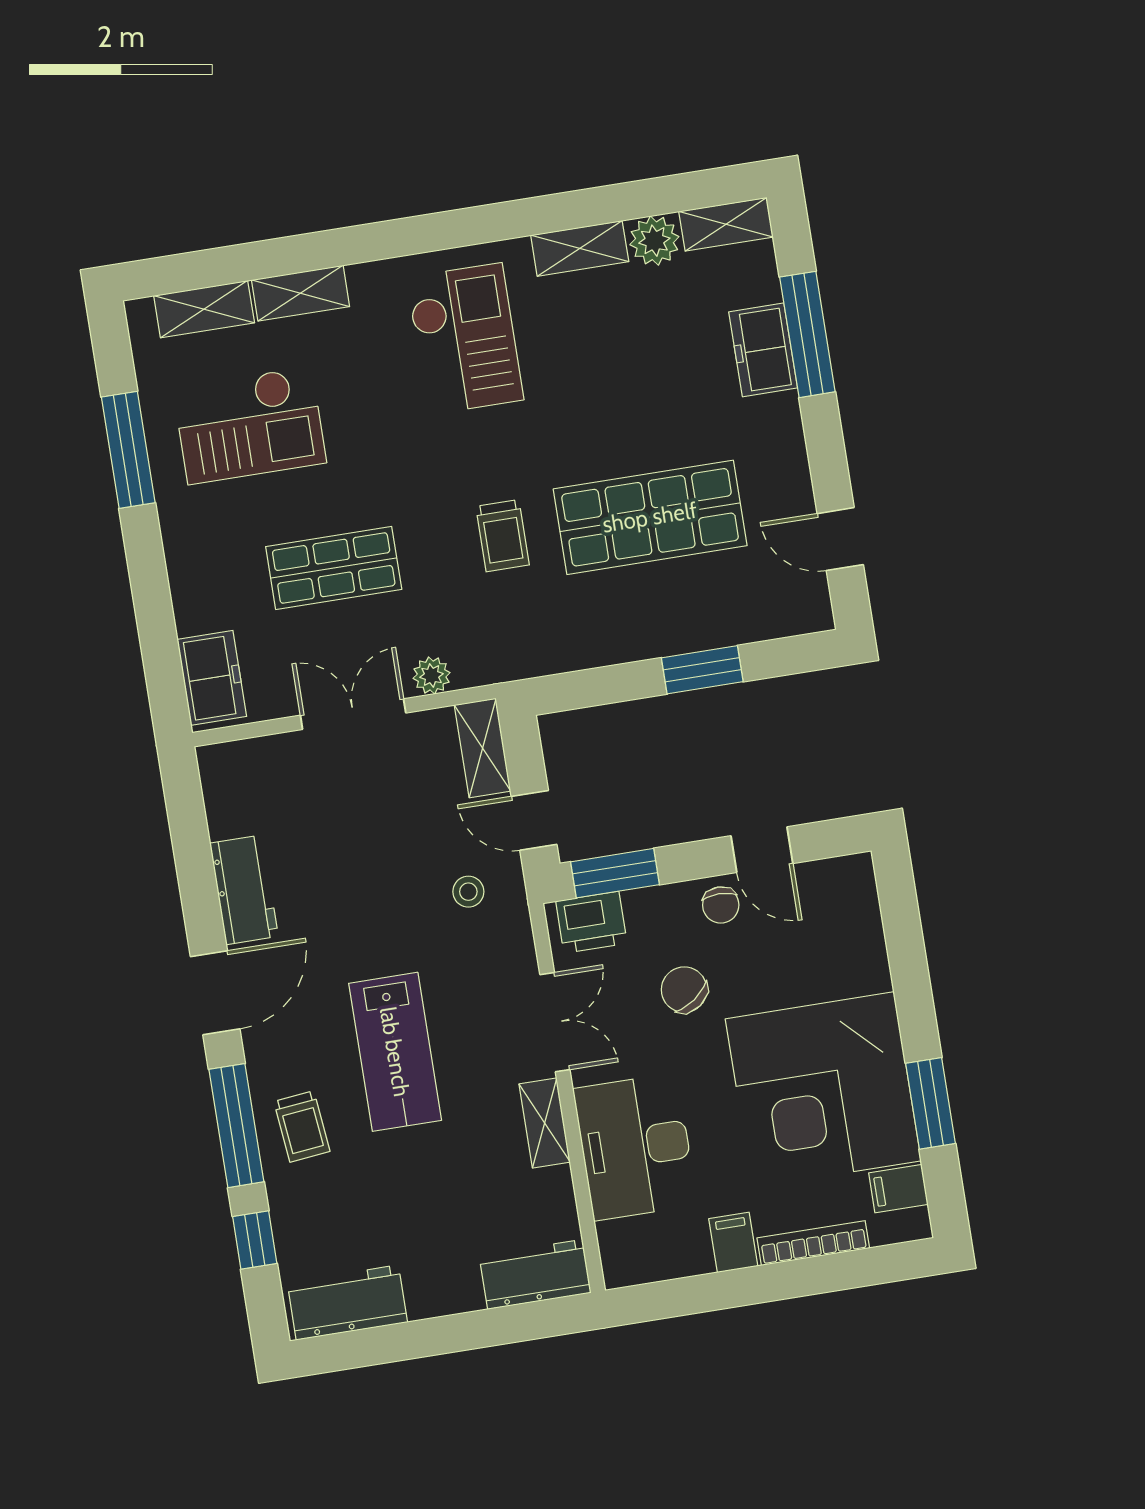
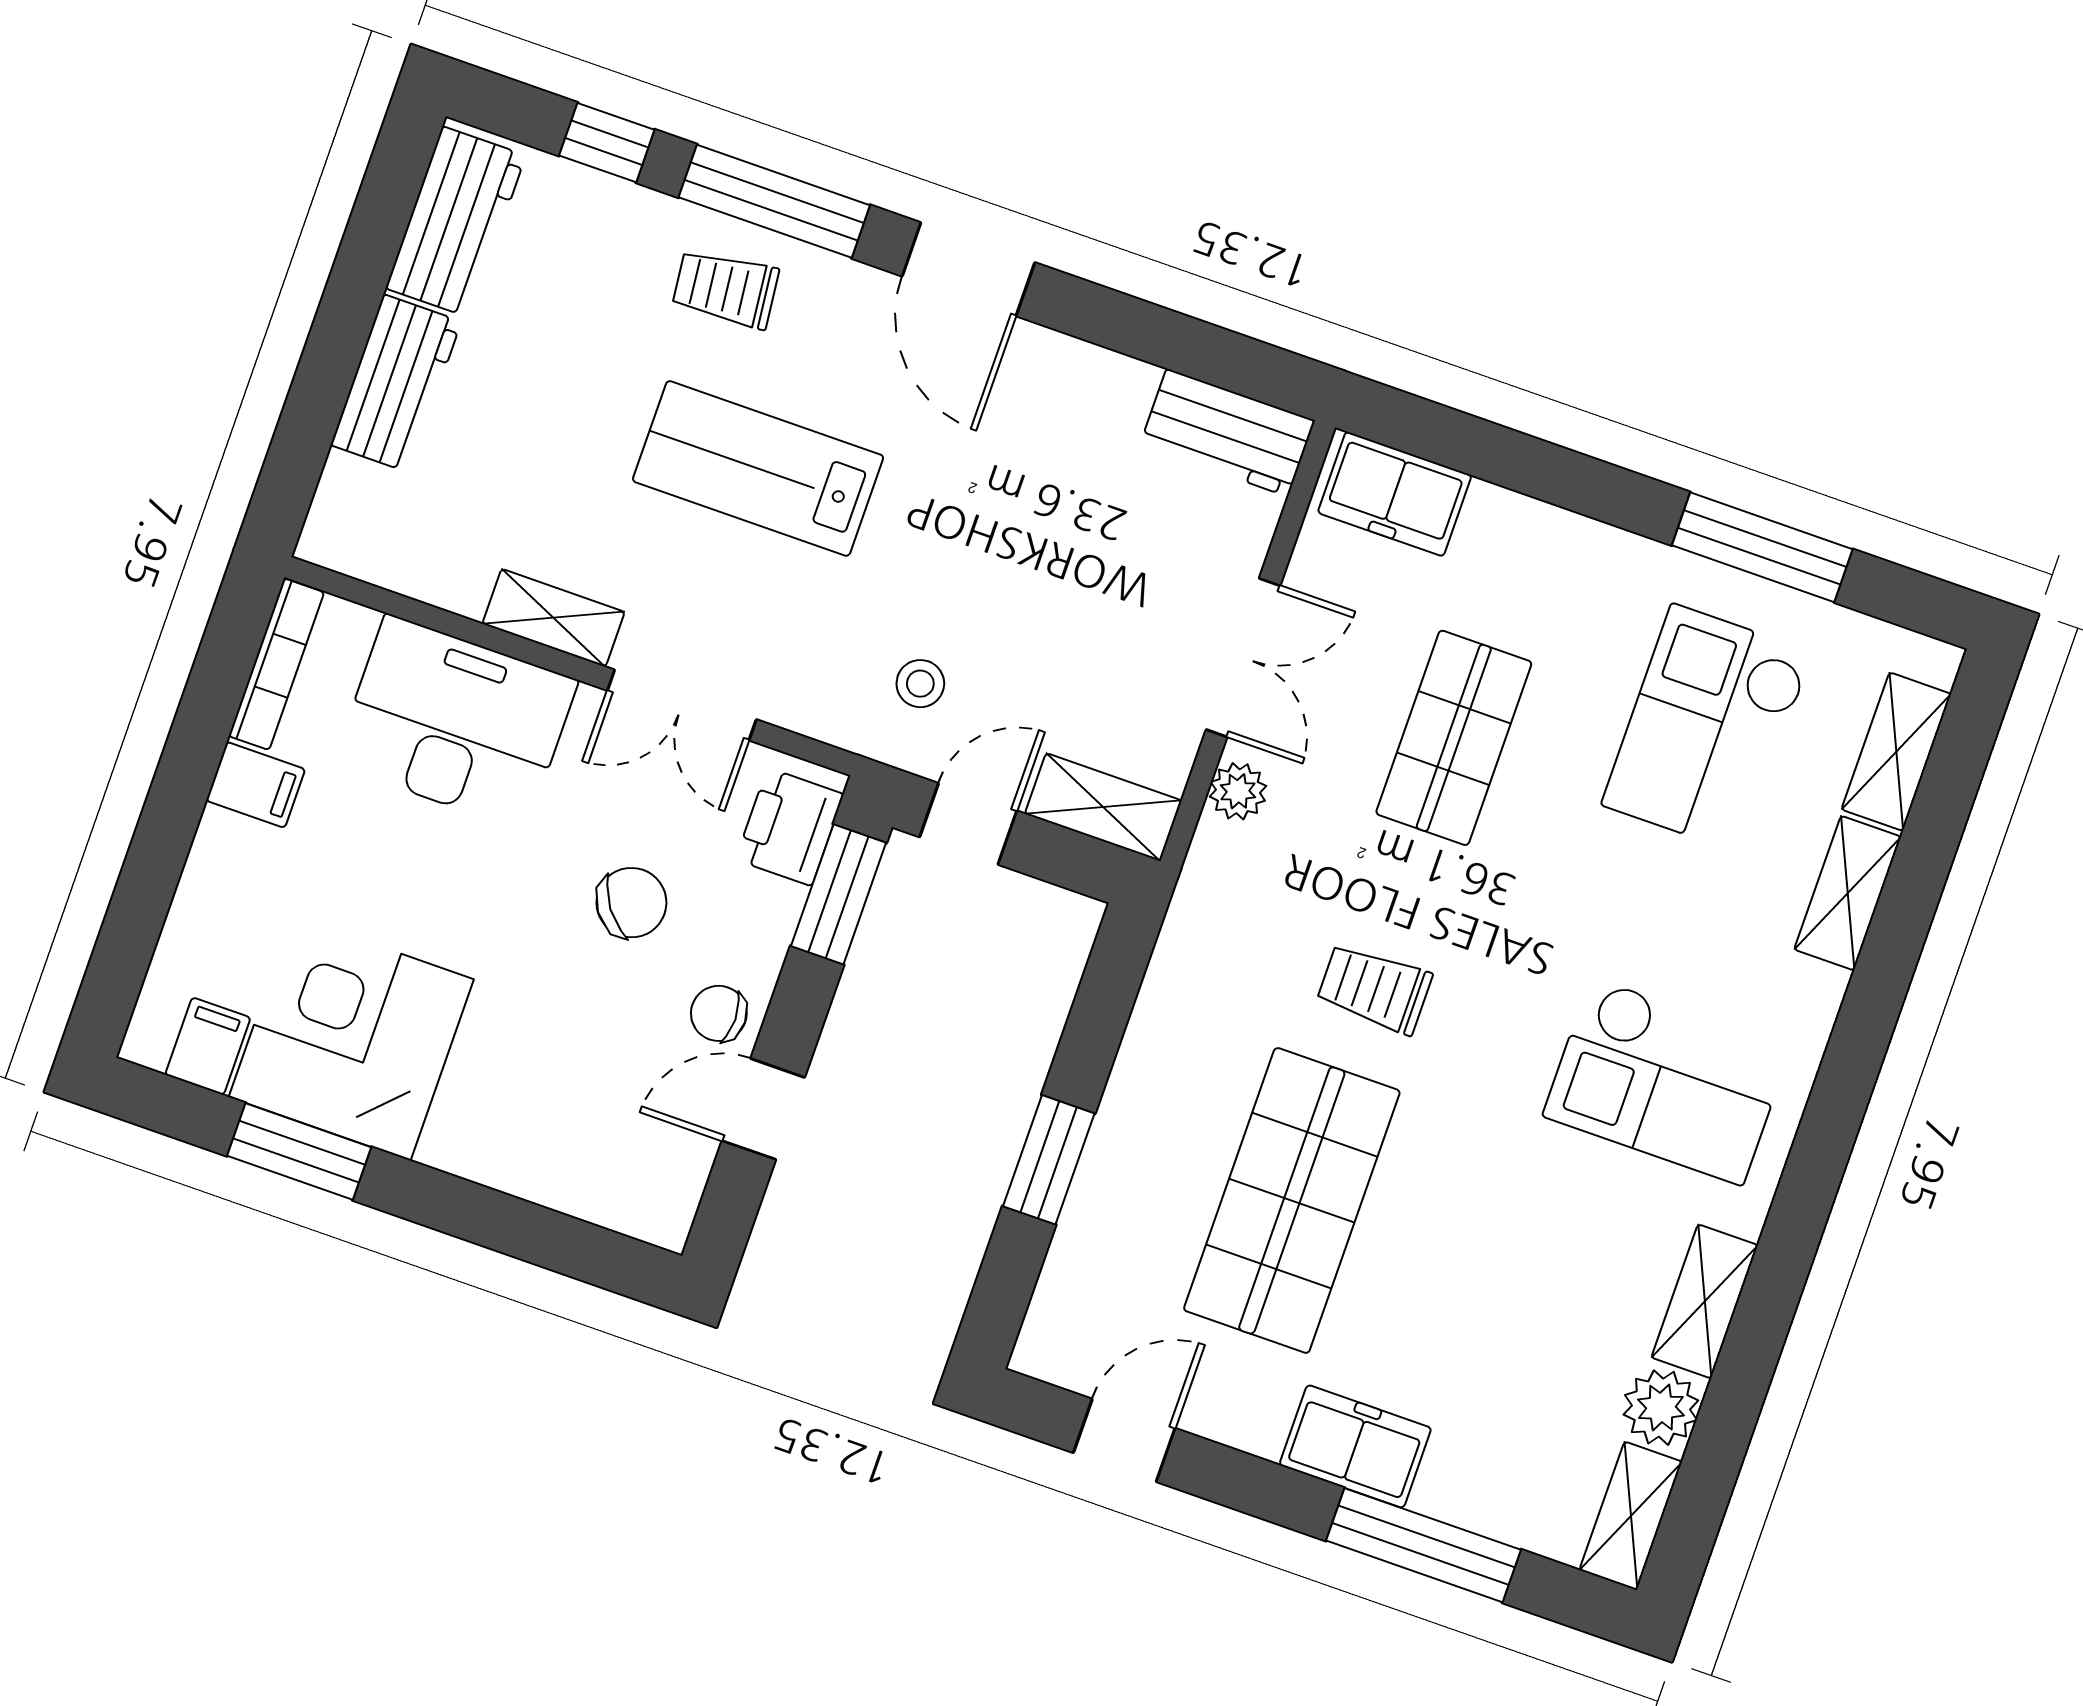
freezer: (763, 350) -> (1355, 1446), moved
workbench: (244, 890) -> (1227, 433), moved
corner desk: (823, 1090) -> (351, 1038), width x0.74, depth x0.74
bookcase: (813, 1243) -> (276, 664), moved
workbench: (535, 1274) -> (396, 383), moved

